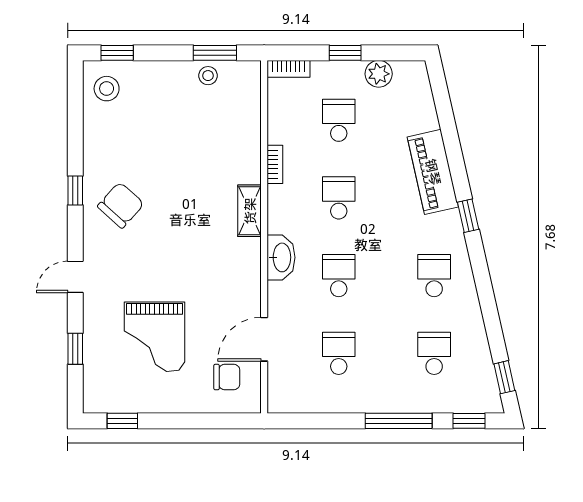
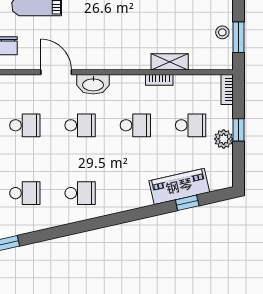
plant: (379, 74) -> (224, 139), moved
piano: (433, 172) -> (179, 186), moved
shelving: (250, 211) -> (170, 62), moved
window: (468, 216) -> (187, 203), moved
door: (264, 339) -> (56, 72), moved

